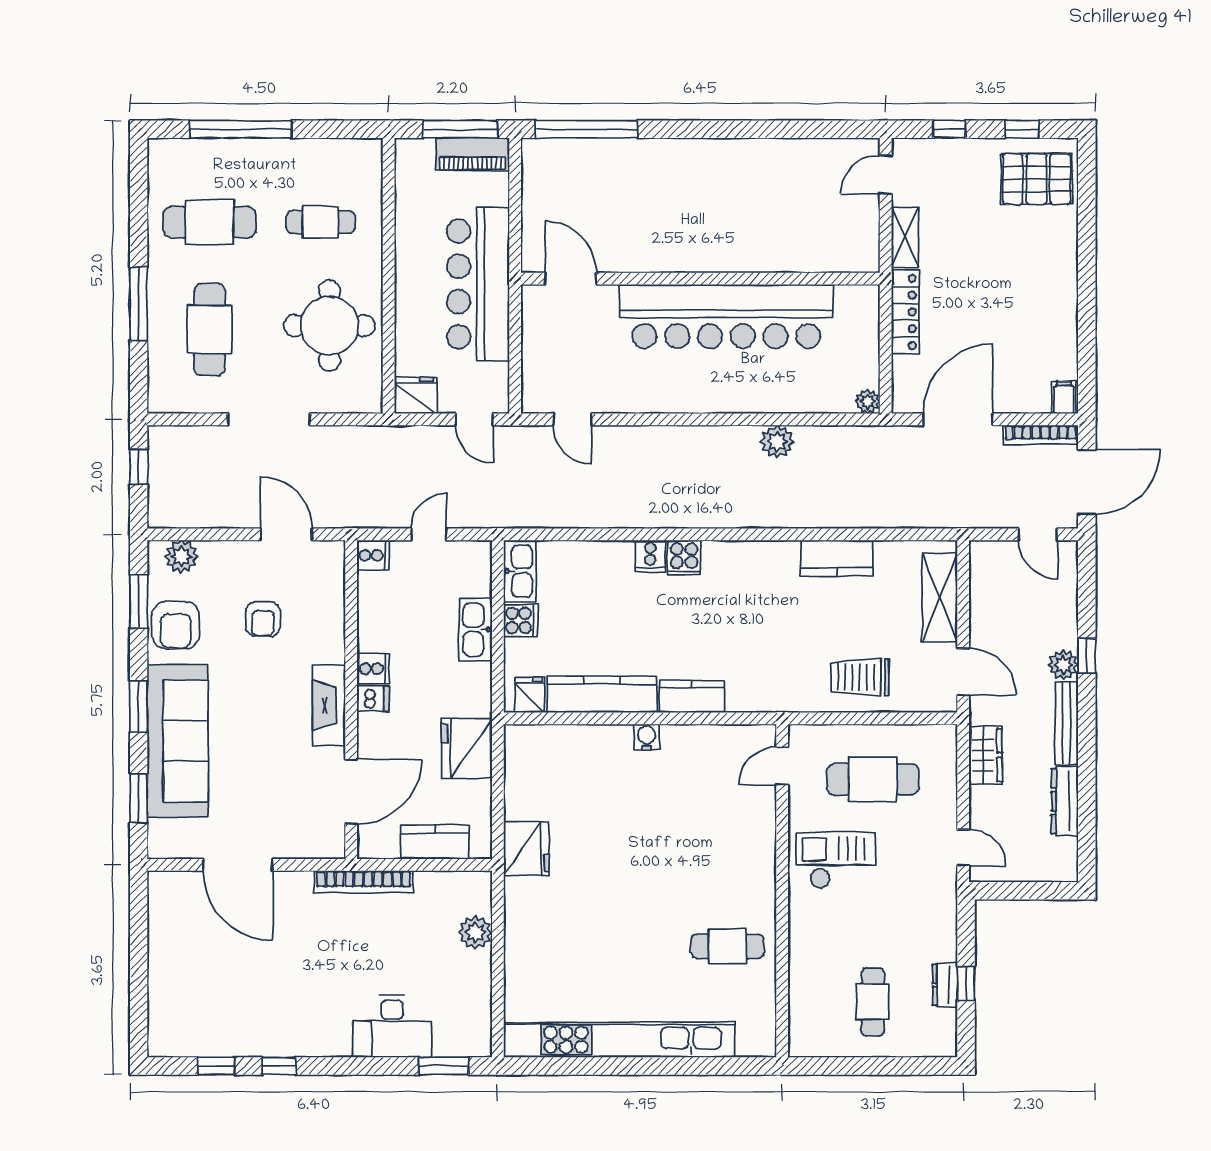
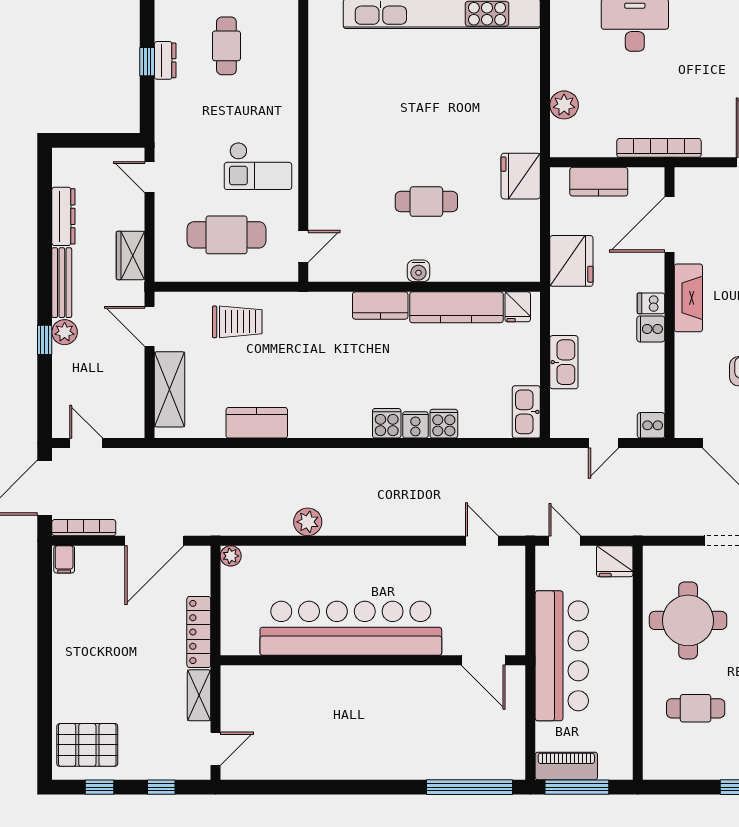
cooker: (521, 620) -> (444, 424), moved, turned 90
cafe table: (727, 946) -> (426, 202), moved

